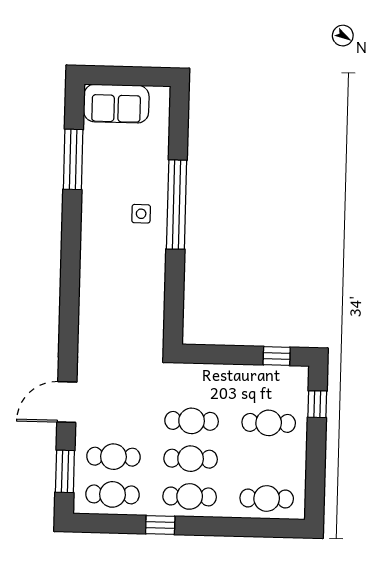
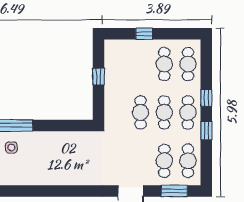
window: (277, 356) -> (98, 77), moved
window: (317, 404) -> (144, 34), moved
cafe table: (269, 423) -> (164, 64), moved
window: (212, 526) -> (206, 98), added

